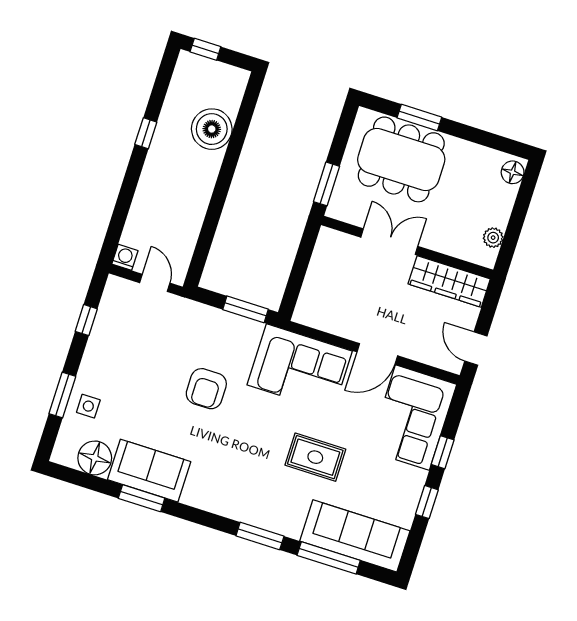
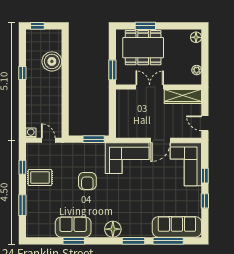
side table: (88, 406) -> (36, 206), removed
rug: (315, 457) -> (40, 177), moved
floor lamp: (95, 458) -> (113, 229), moved

